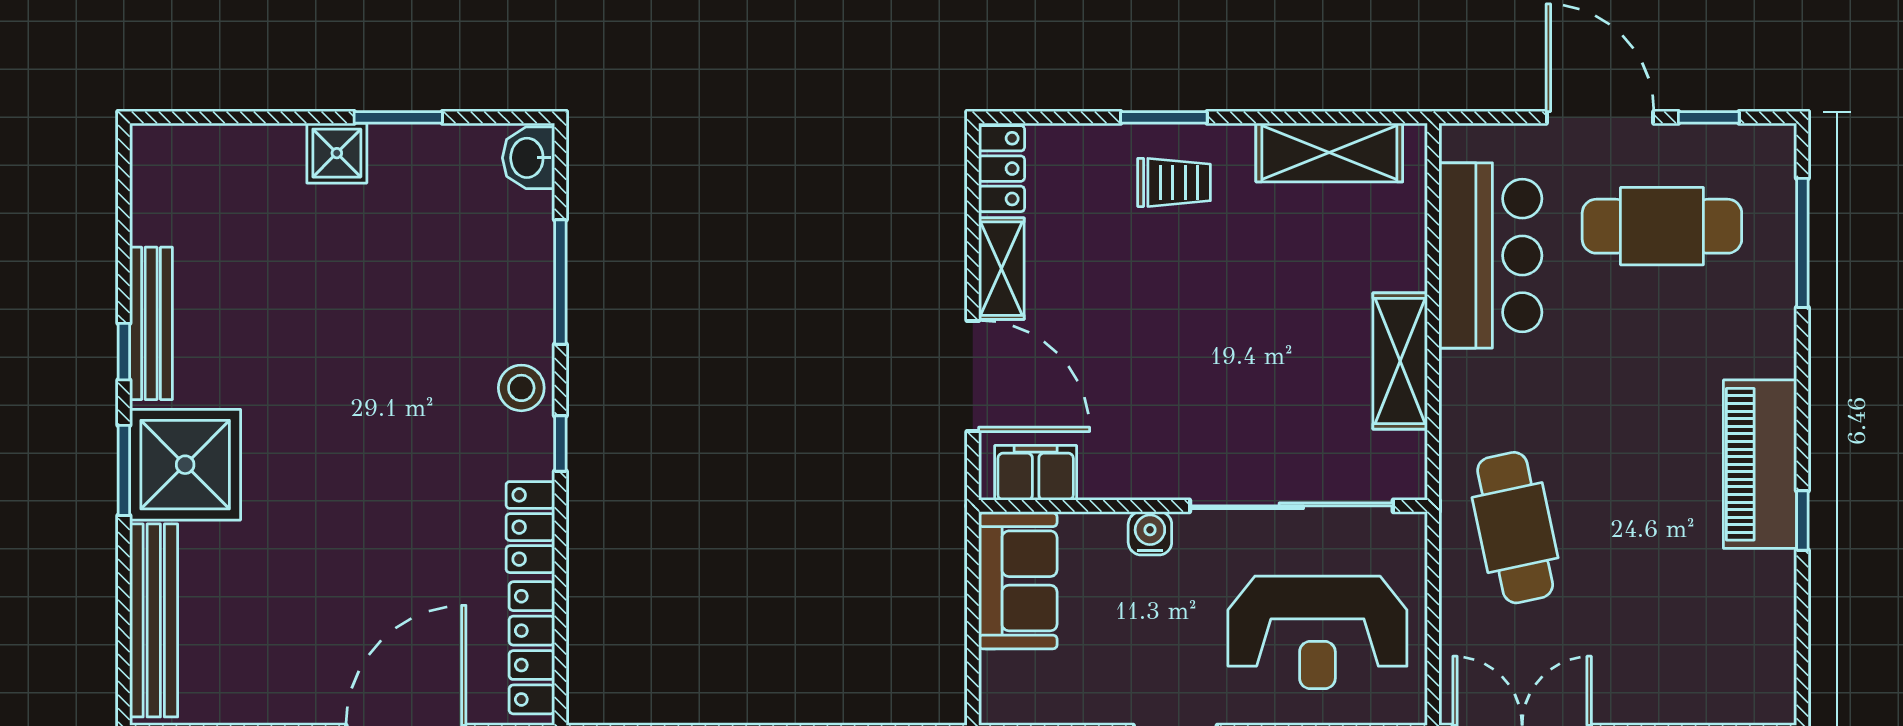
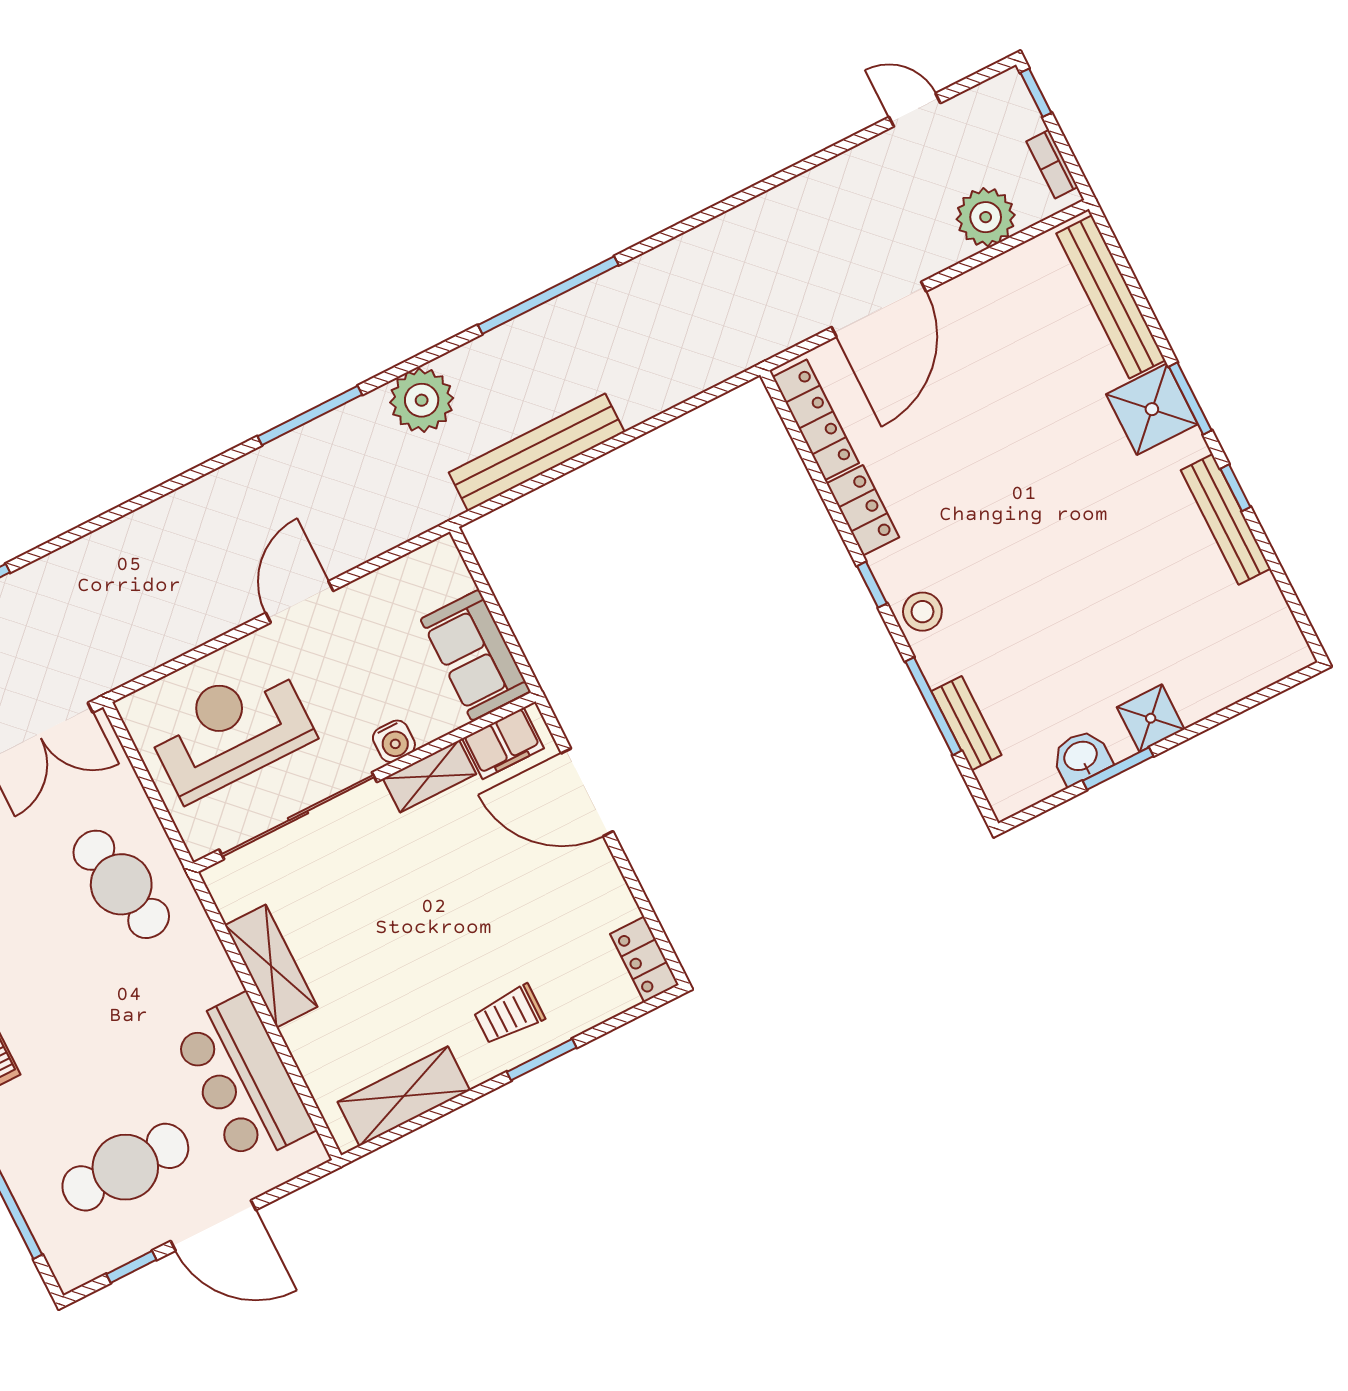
washbasin: (528, 158) -> (1081, 757), moved, turned -90
bench: (534, 246) -> (966, 723), added
shelving: (1001, 269) -> (429, 776), moved, turned 90
shower: (185, 465) -> (1152, 409), width x0.73, depth x0.73

